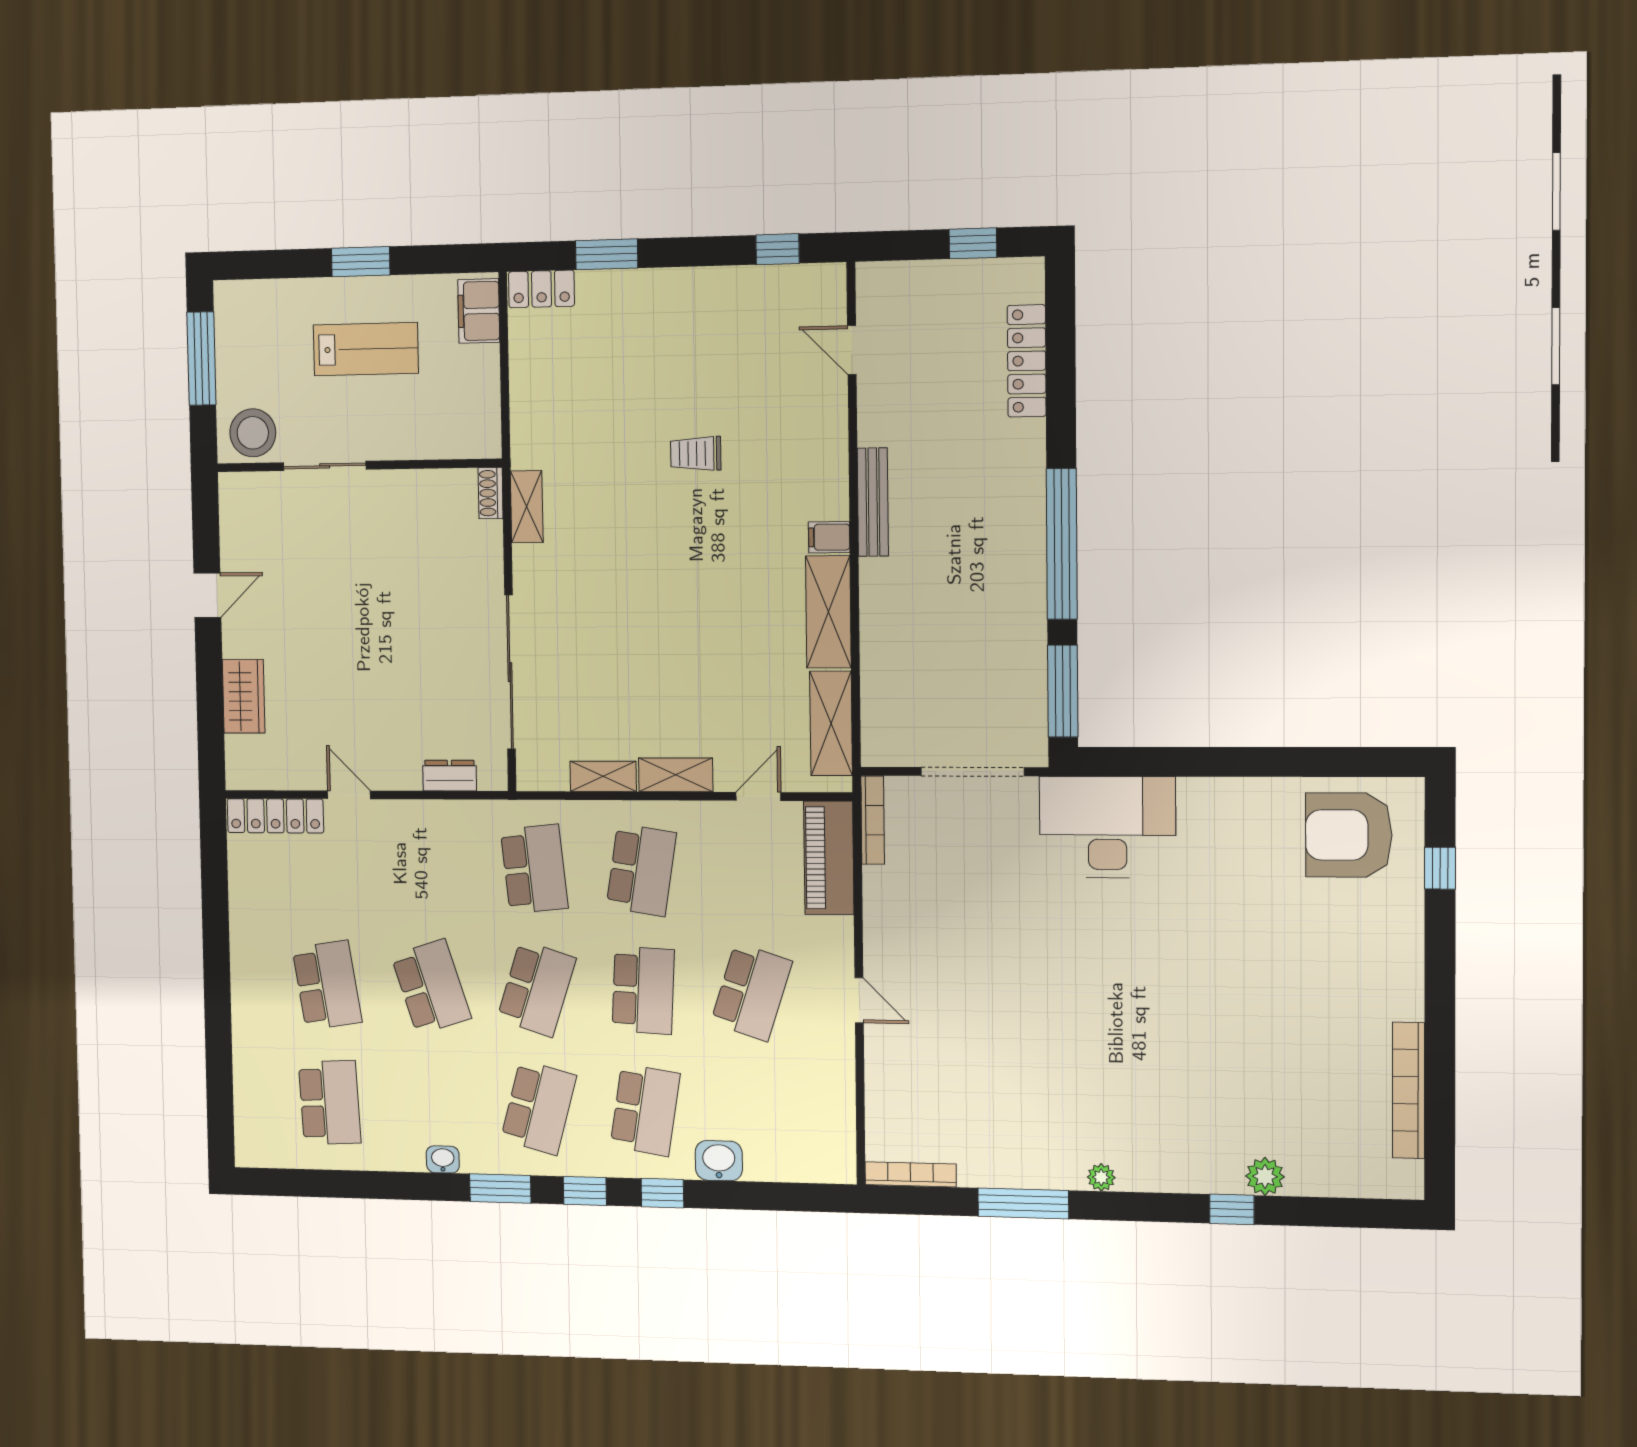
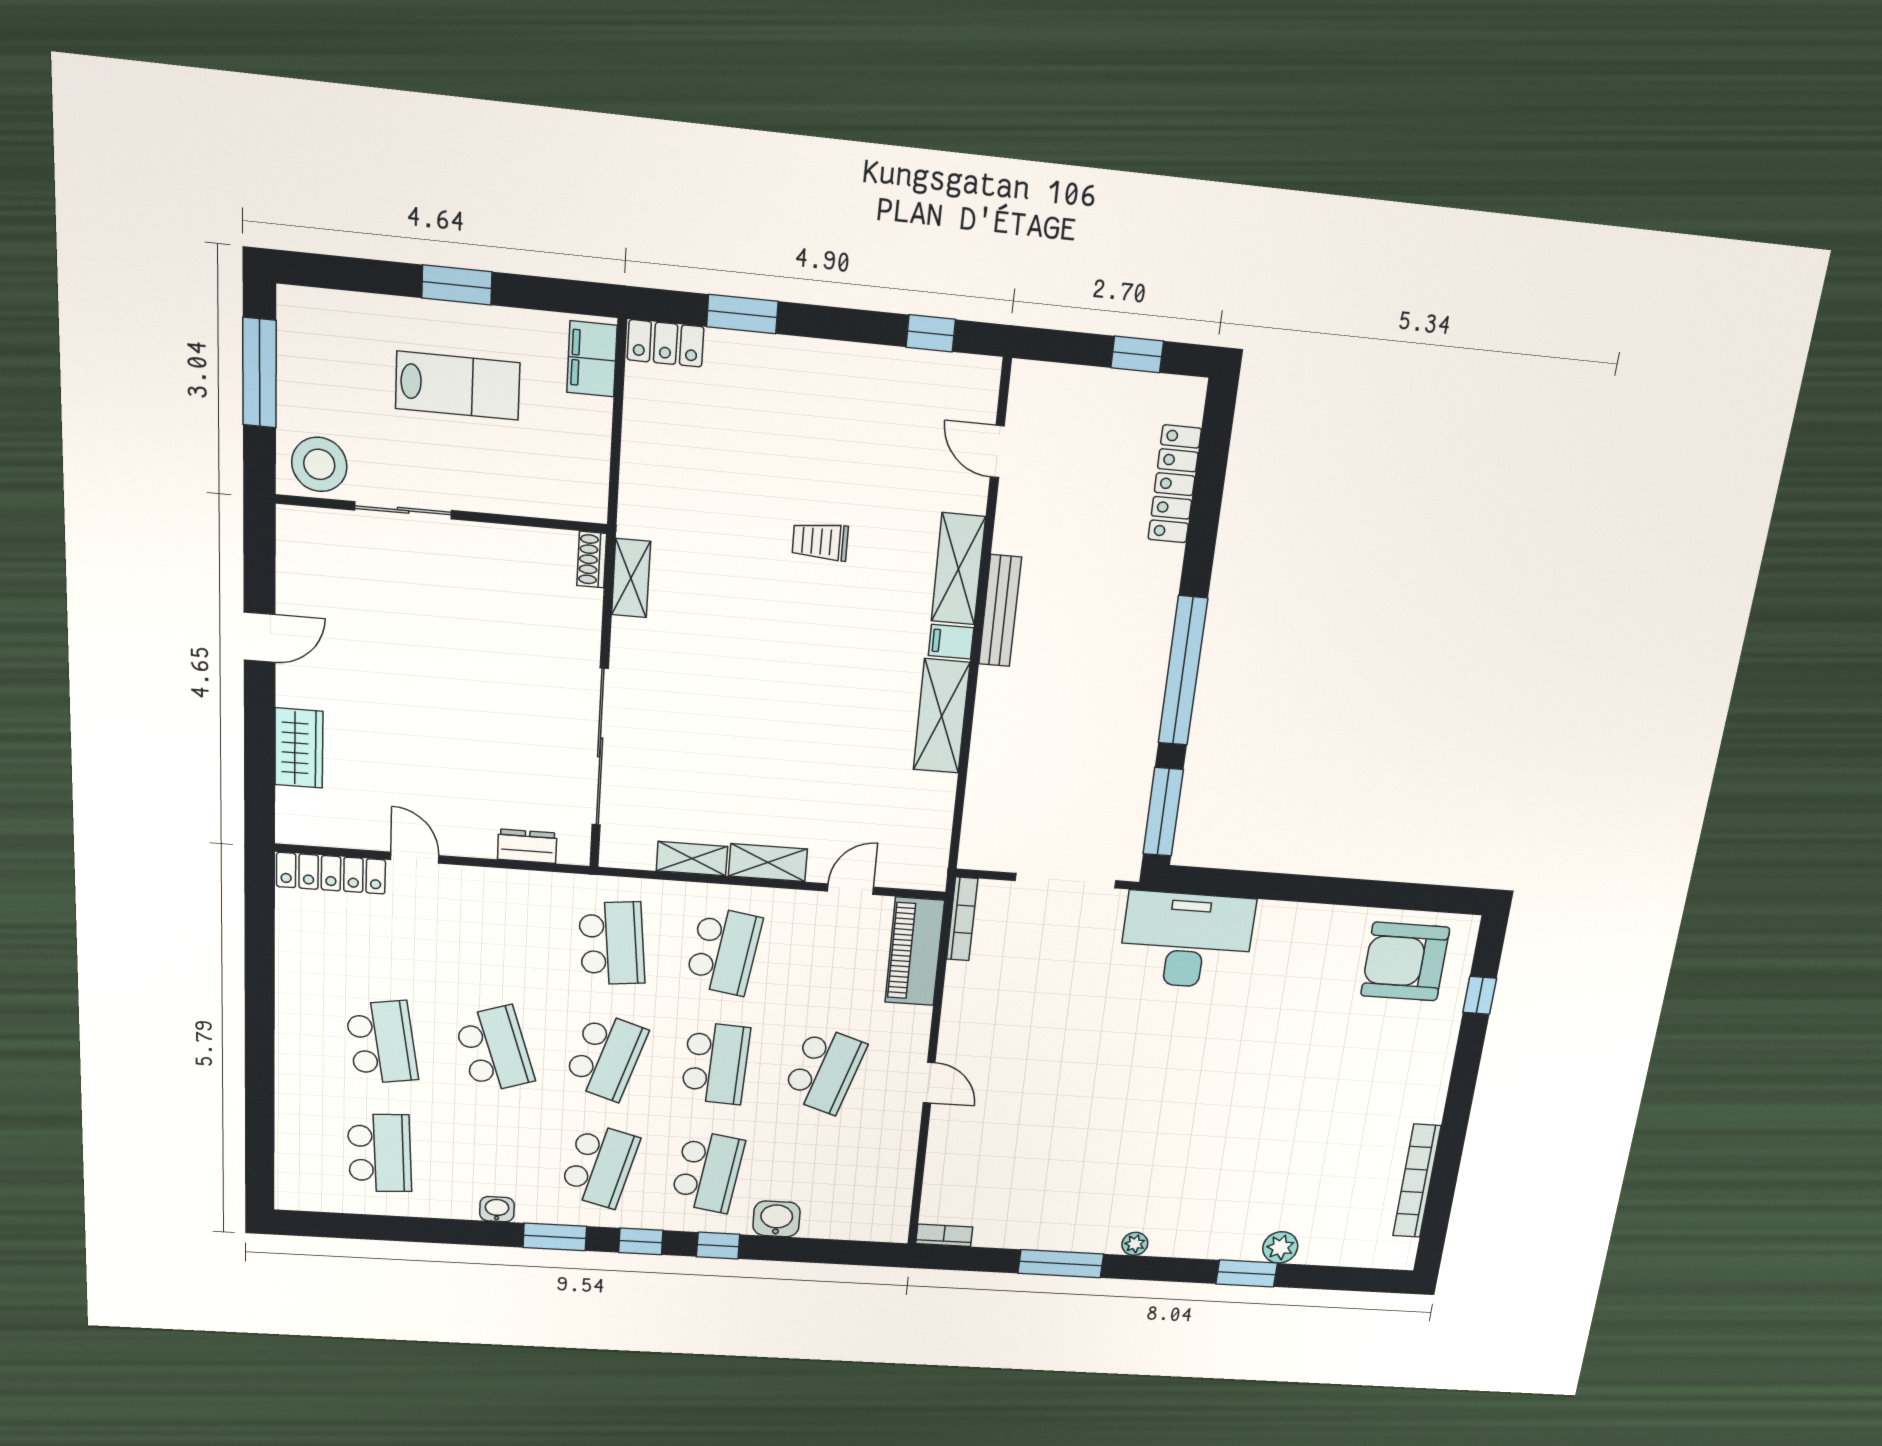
shelving: (831, 723) -> (958, 569), moved
bookcase: (911, 1174) -> (944, 1235), width x0.64
window: (1232, 1209) -> (1247, 1273), width x1.50

